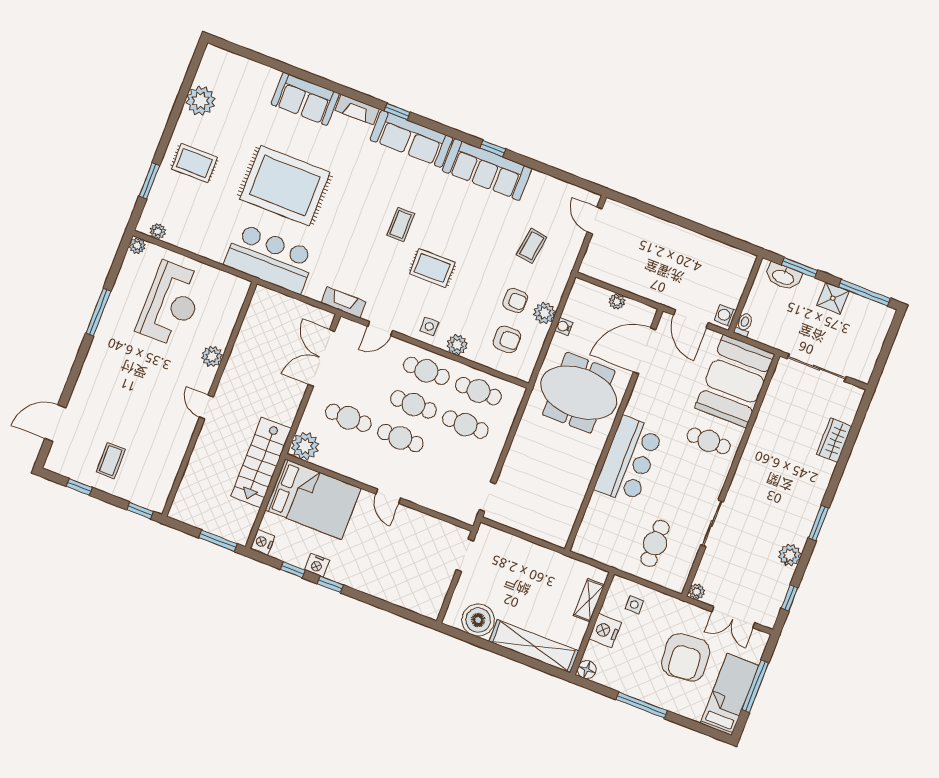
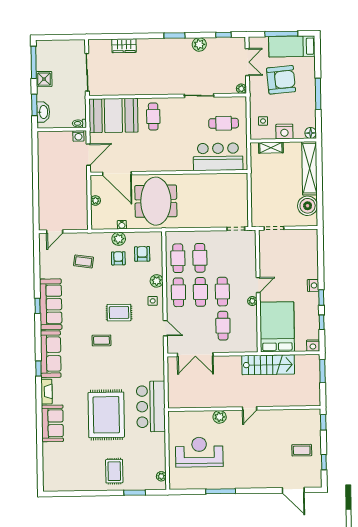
plant: (201, 101) -> (78, 482), removed
plant: (137, 246) -> (174, 485), removed
rug: (432, 268) -> (119, 313), turned 90
fireplace: (343, 302) -> (159, 355), removed
plant: (305, 446) -> (252, 301), moved, width x0.53, depth x0.53
bar counter: (629, 460) -> (218, 157), moved
nightstand: (317, 565) -> (313, 285), moved

